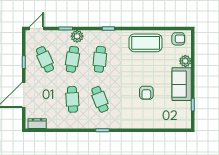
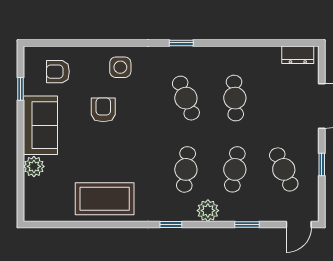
plant: (77, 36) -> (208, 211), moved
armchair: (178, 39) -> (58, 72), moved
side table: (137, 117) -> (120, 67), added

